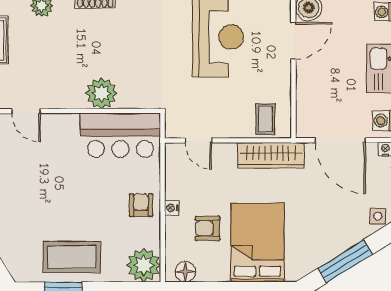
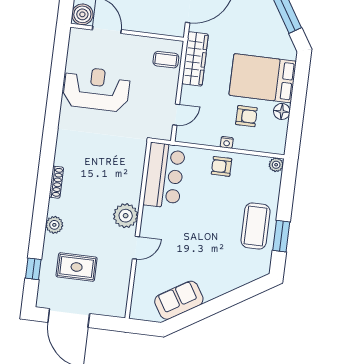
plant: (101, 93) -> (126, 216), moved
armchair: (208, 228) -> (246, 116), turned -90
plant: (144, 265) -> (276, 165), width x0.53, depth x0.53
floor lamp: (185, 272) -> (282, 111), moved

